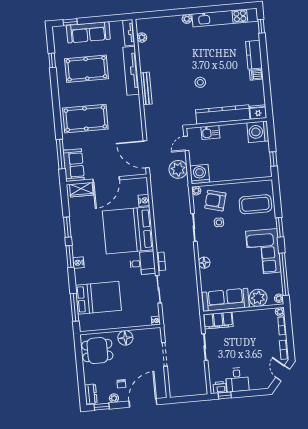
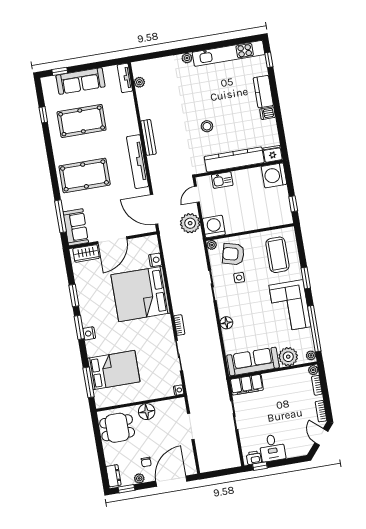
tv unit: (131, 71) -> (138, 162), moved
coffee table: (255, 204) -> (277, 255), turned 90
desk: (143, 263) -> (159, 329), removed

